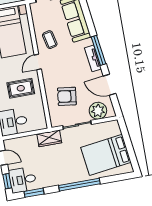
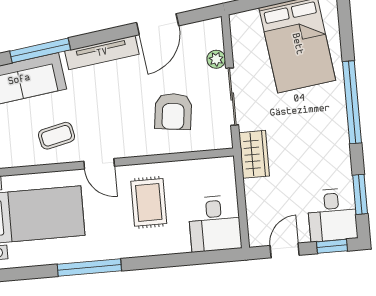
window: (99, 50) -> (40, 50), moved
tv unit: (93, 58) -> (102, 53), width x1.41
plant: (98, 111) -> (216, 59), width x0.53, depth x0.53

